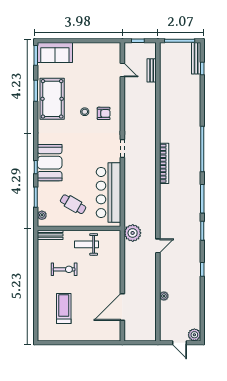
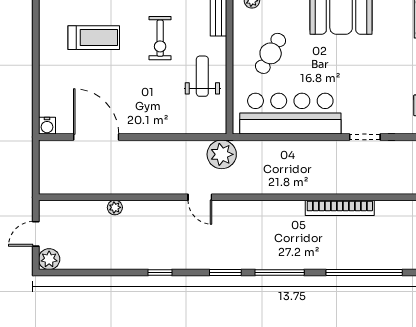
water cooler: (116, 336) -> (47, 126), added

